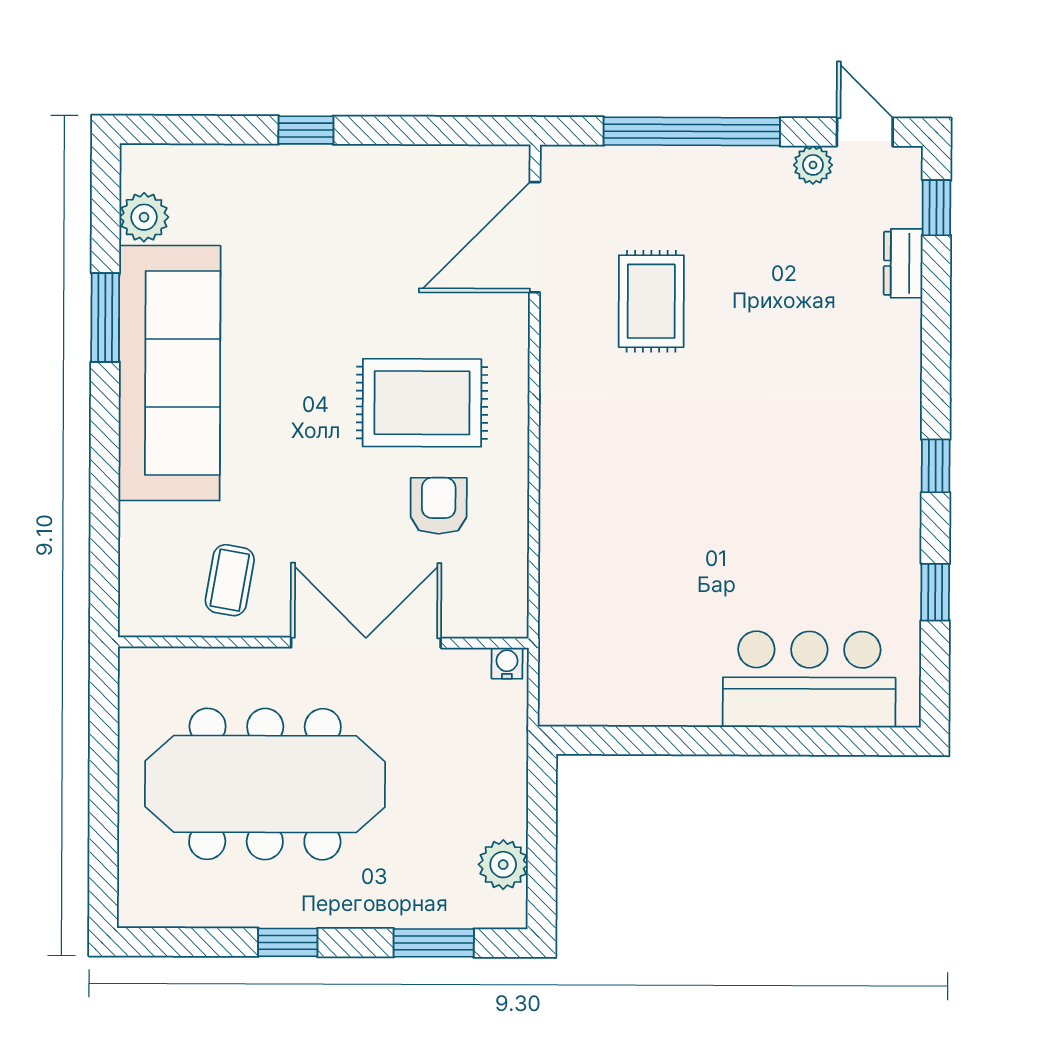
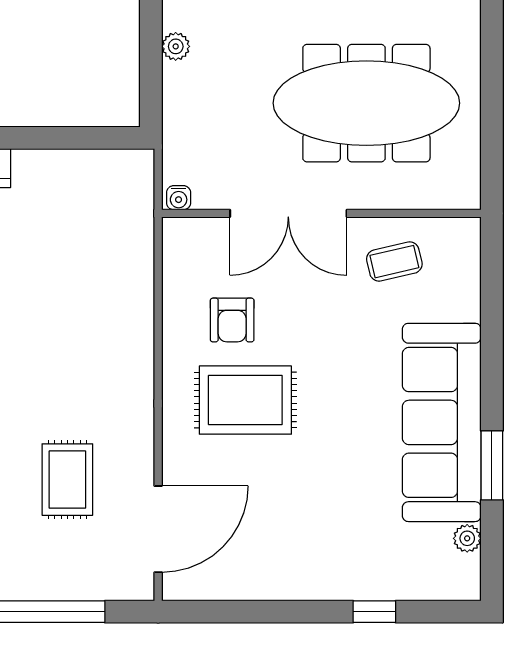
window: (306, 130) -> (374, 612), moved
plant: (144, 217) -> (467, 538), width x0.73, depth x0.73
coffee table: (230, 580) -> (394, 262), turned 67
plant: (503, 865) -> (176, 46), width x0.73, depth x0.73

